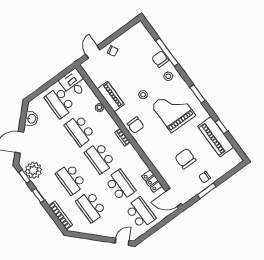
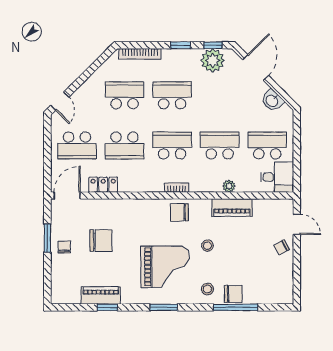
piano: (216, 137) -> (101, 295), width x0.73, depth x0.75

